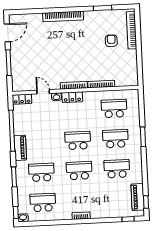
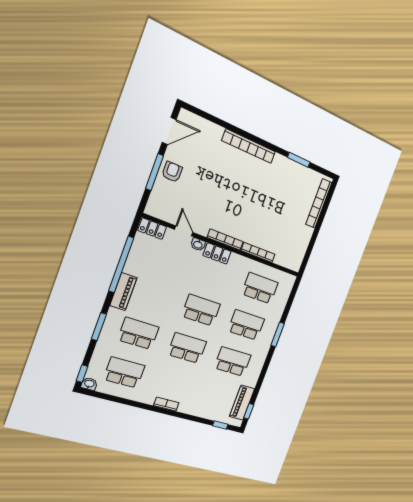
armchair: (111, 41) -> (172, 172), moved

